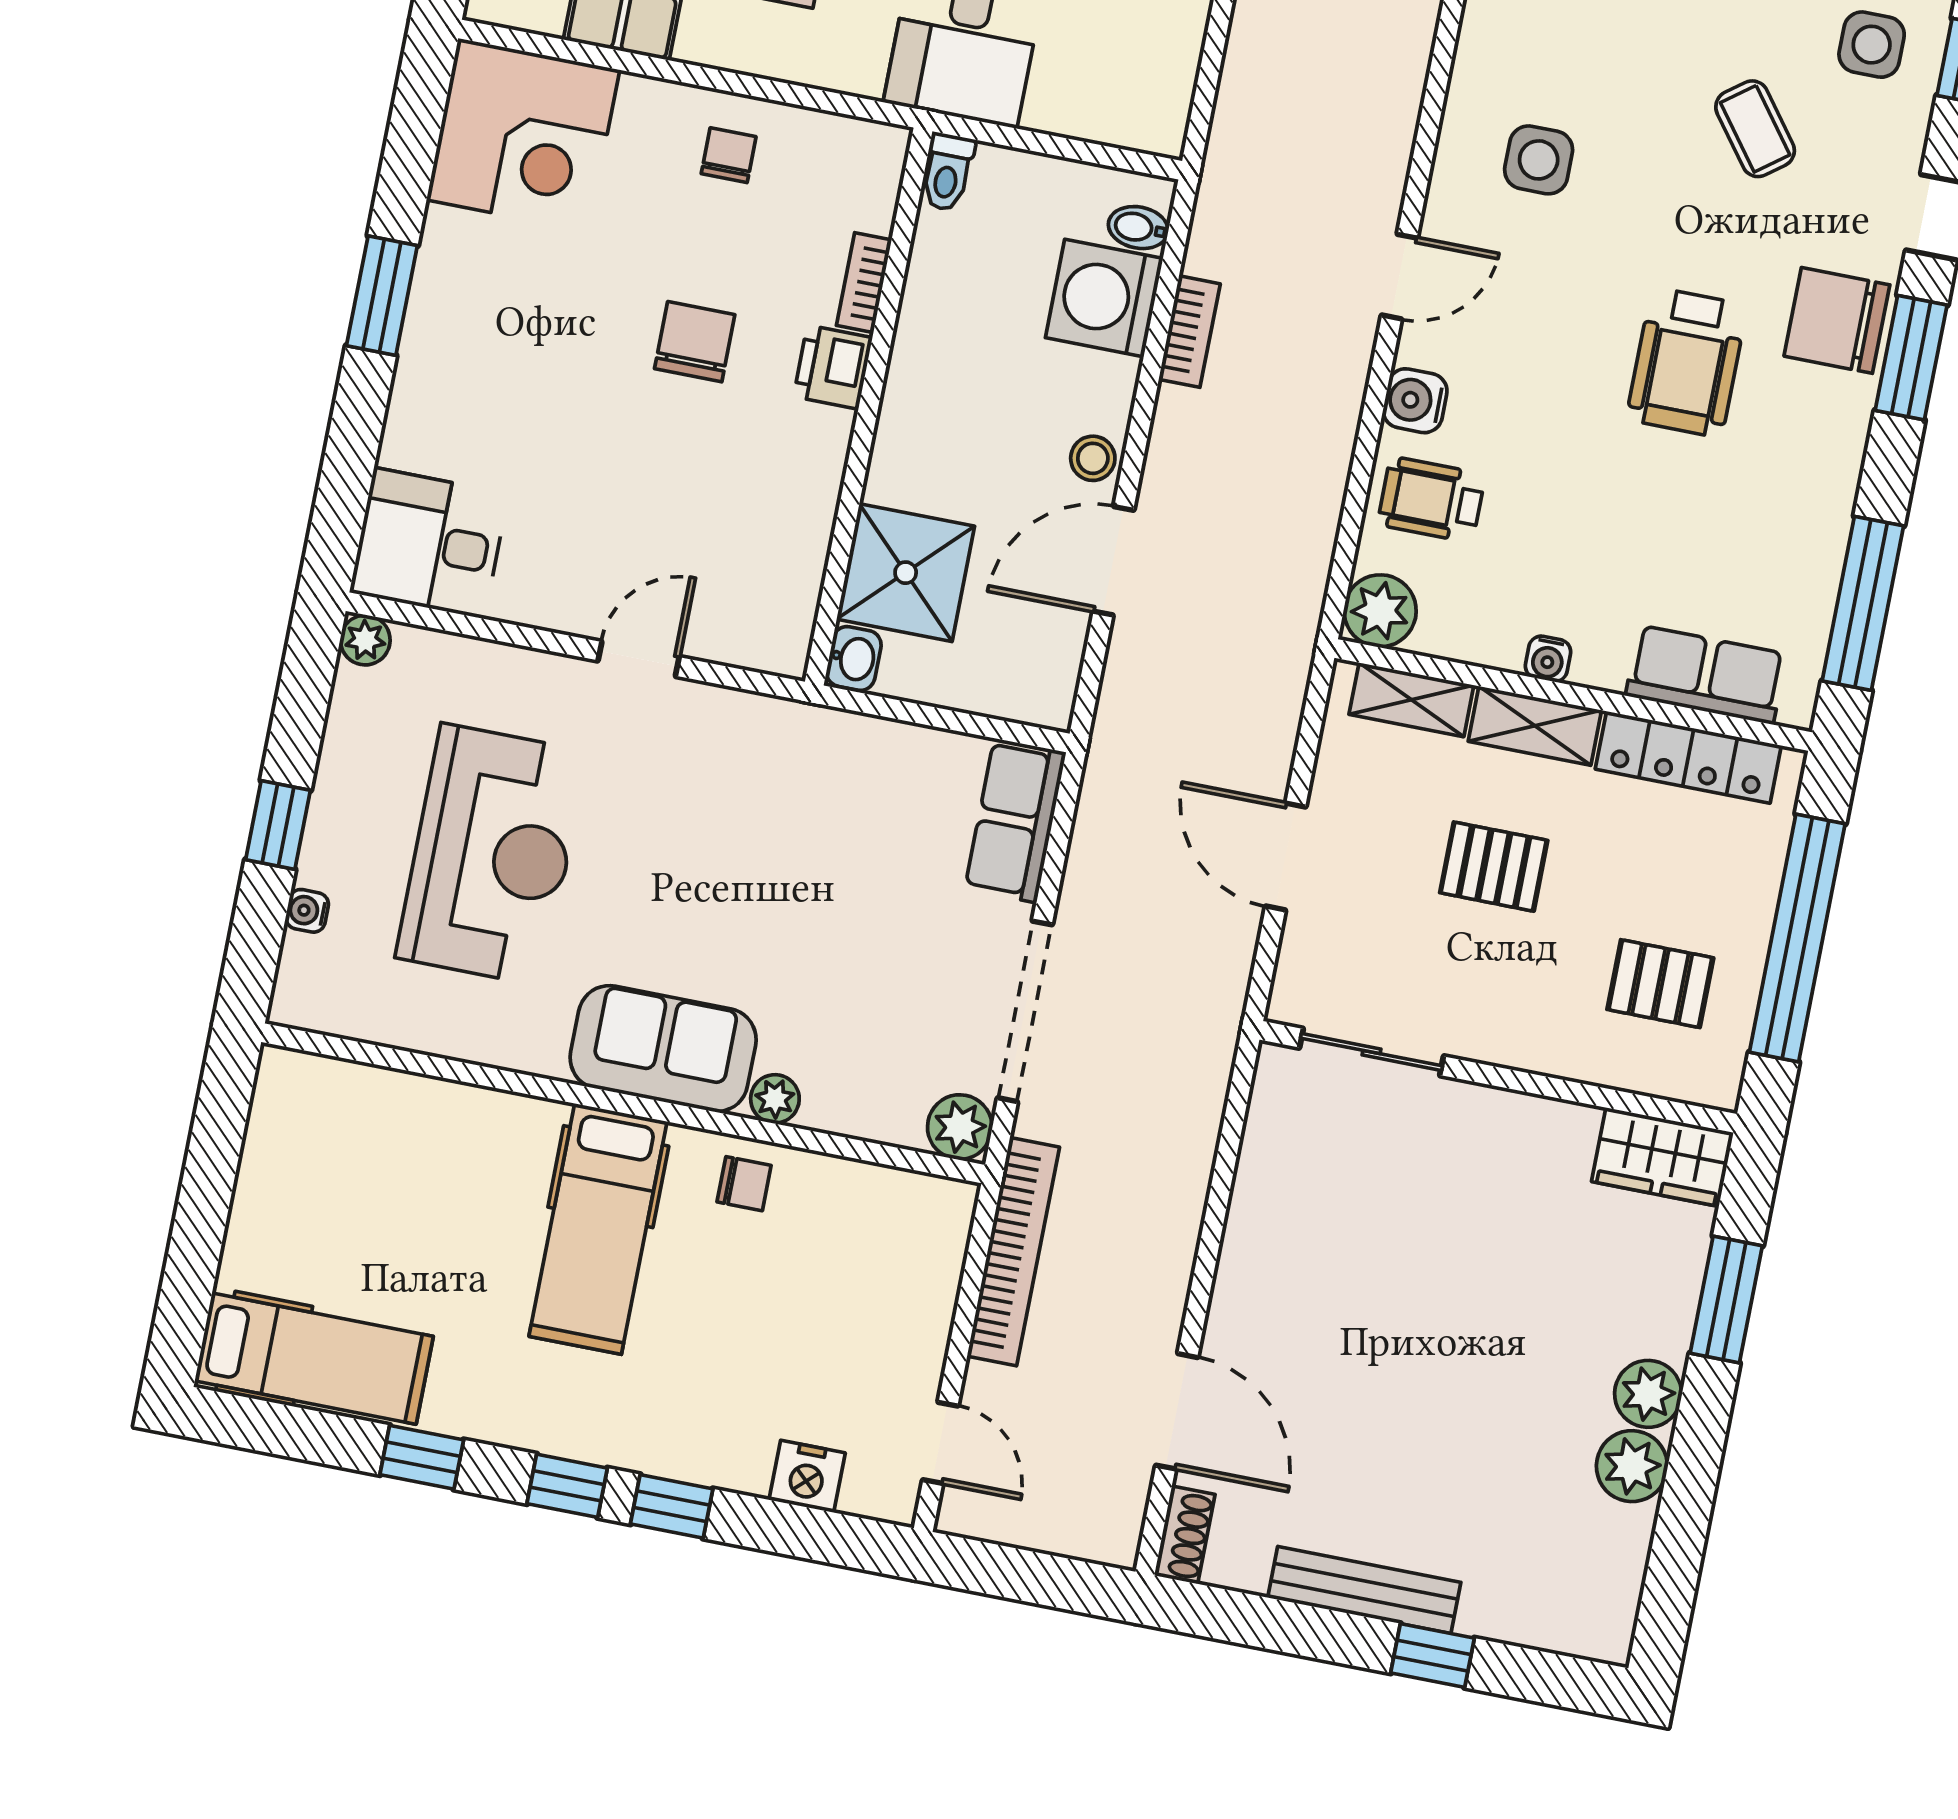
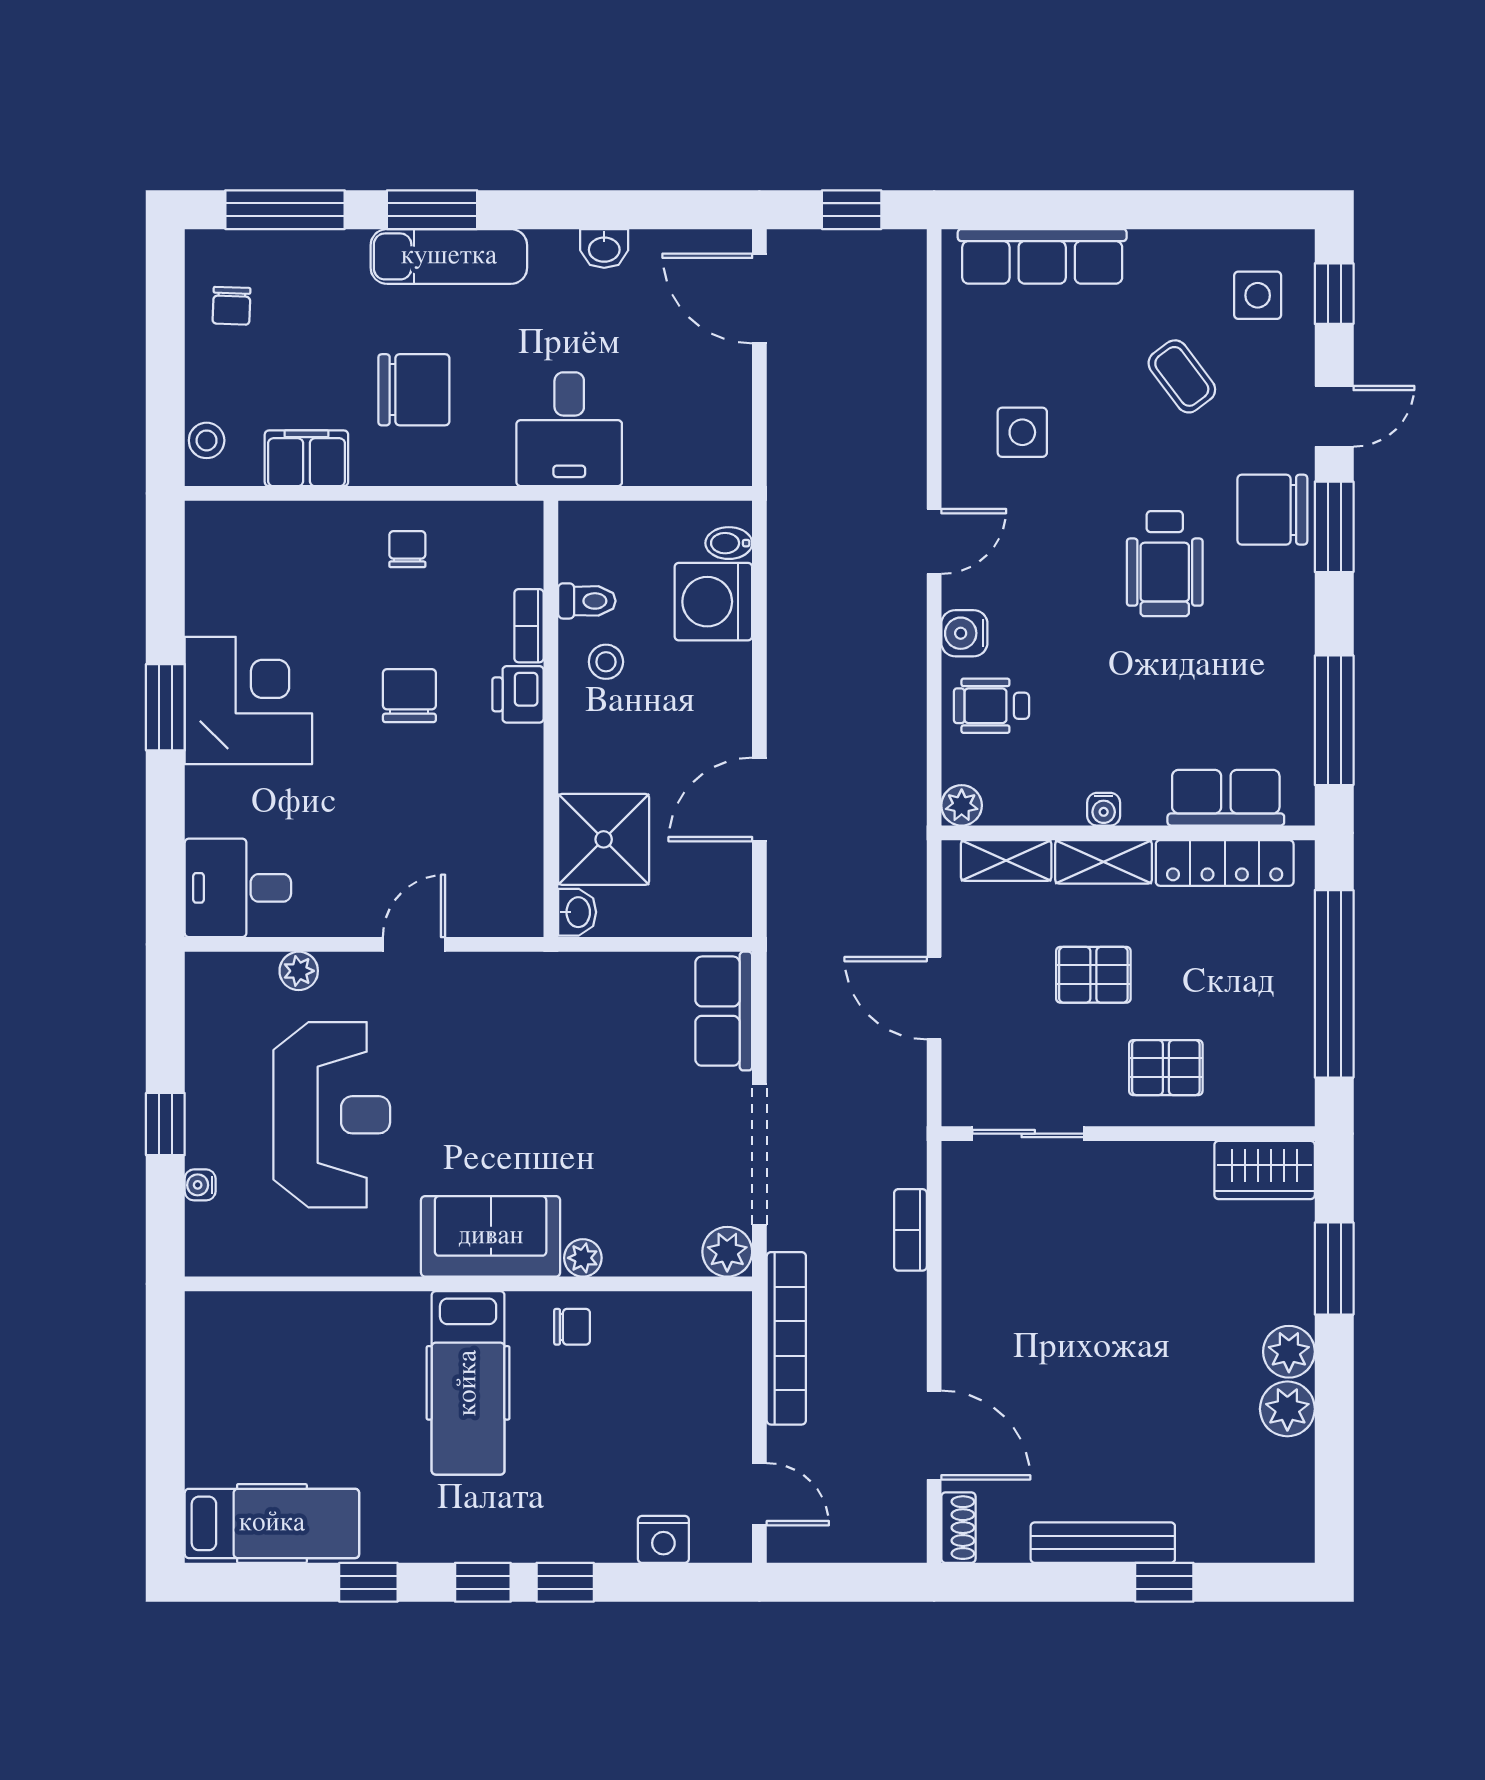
corner desk: (523, 135) -> (248, 701), moved, turned -90
toilet: (947, 172) -> (587, 601), moved, turned -90
bookcase: (1189, 332) -> (910, 1230), moved, turned 180
stool: (1093, 458) -> (606, 662), moved
plant: (1380, 611) -> (962, 805), width x0.73, depth x0.73
plant: (365, 640) -> (299, 971), moved
pallet: (1660, 984) -> (1166, 1068), moved

